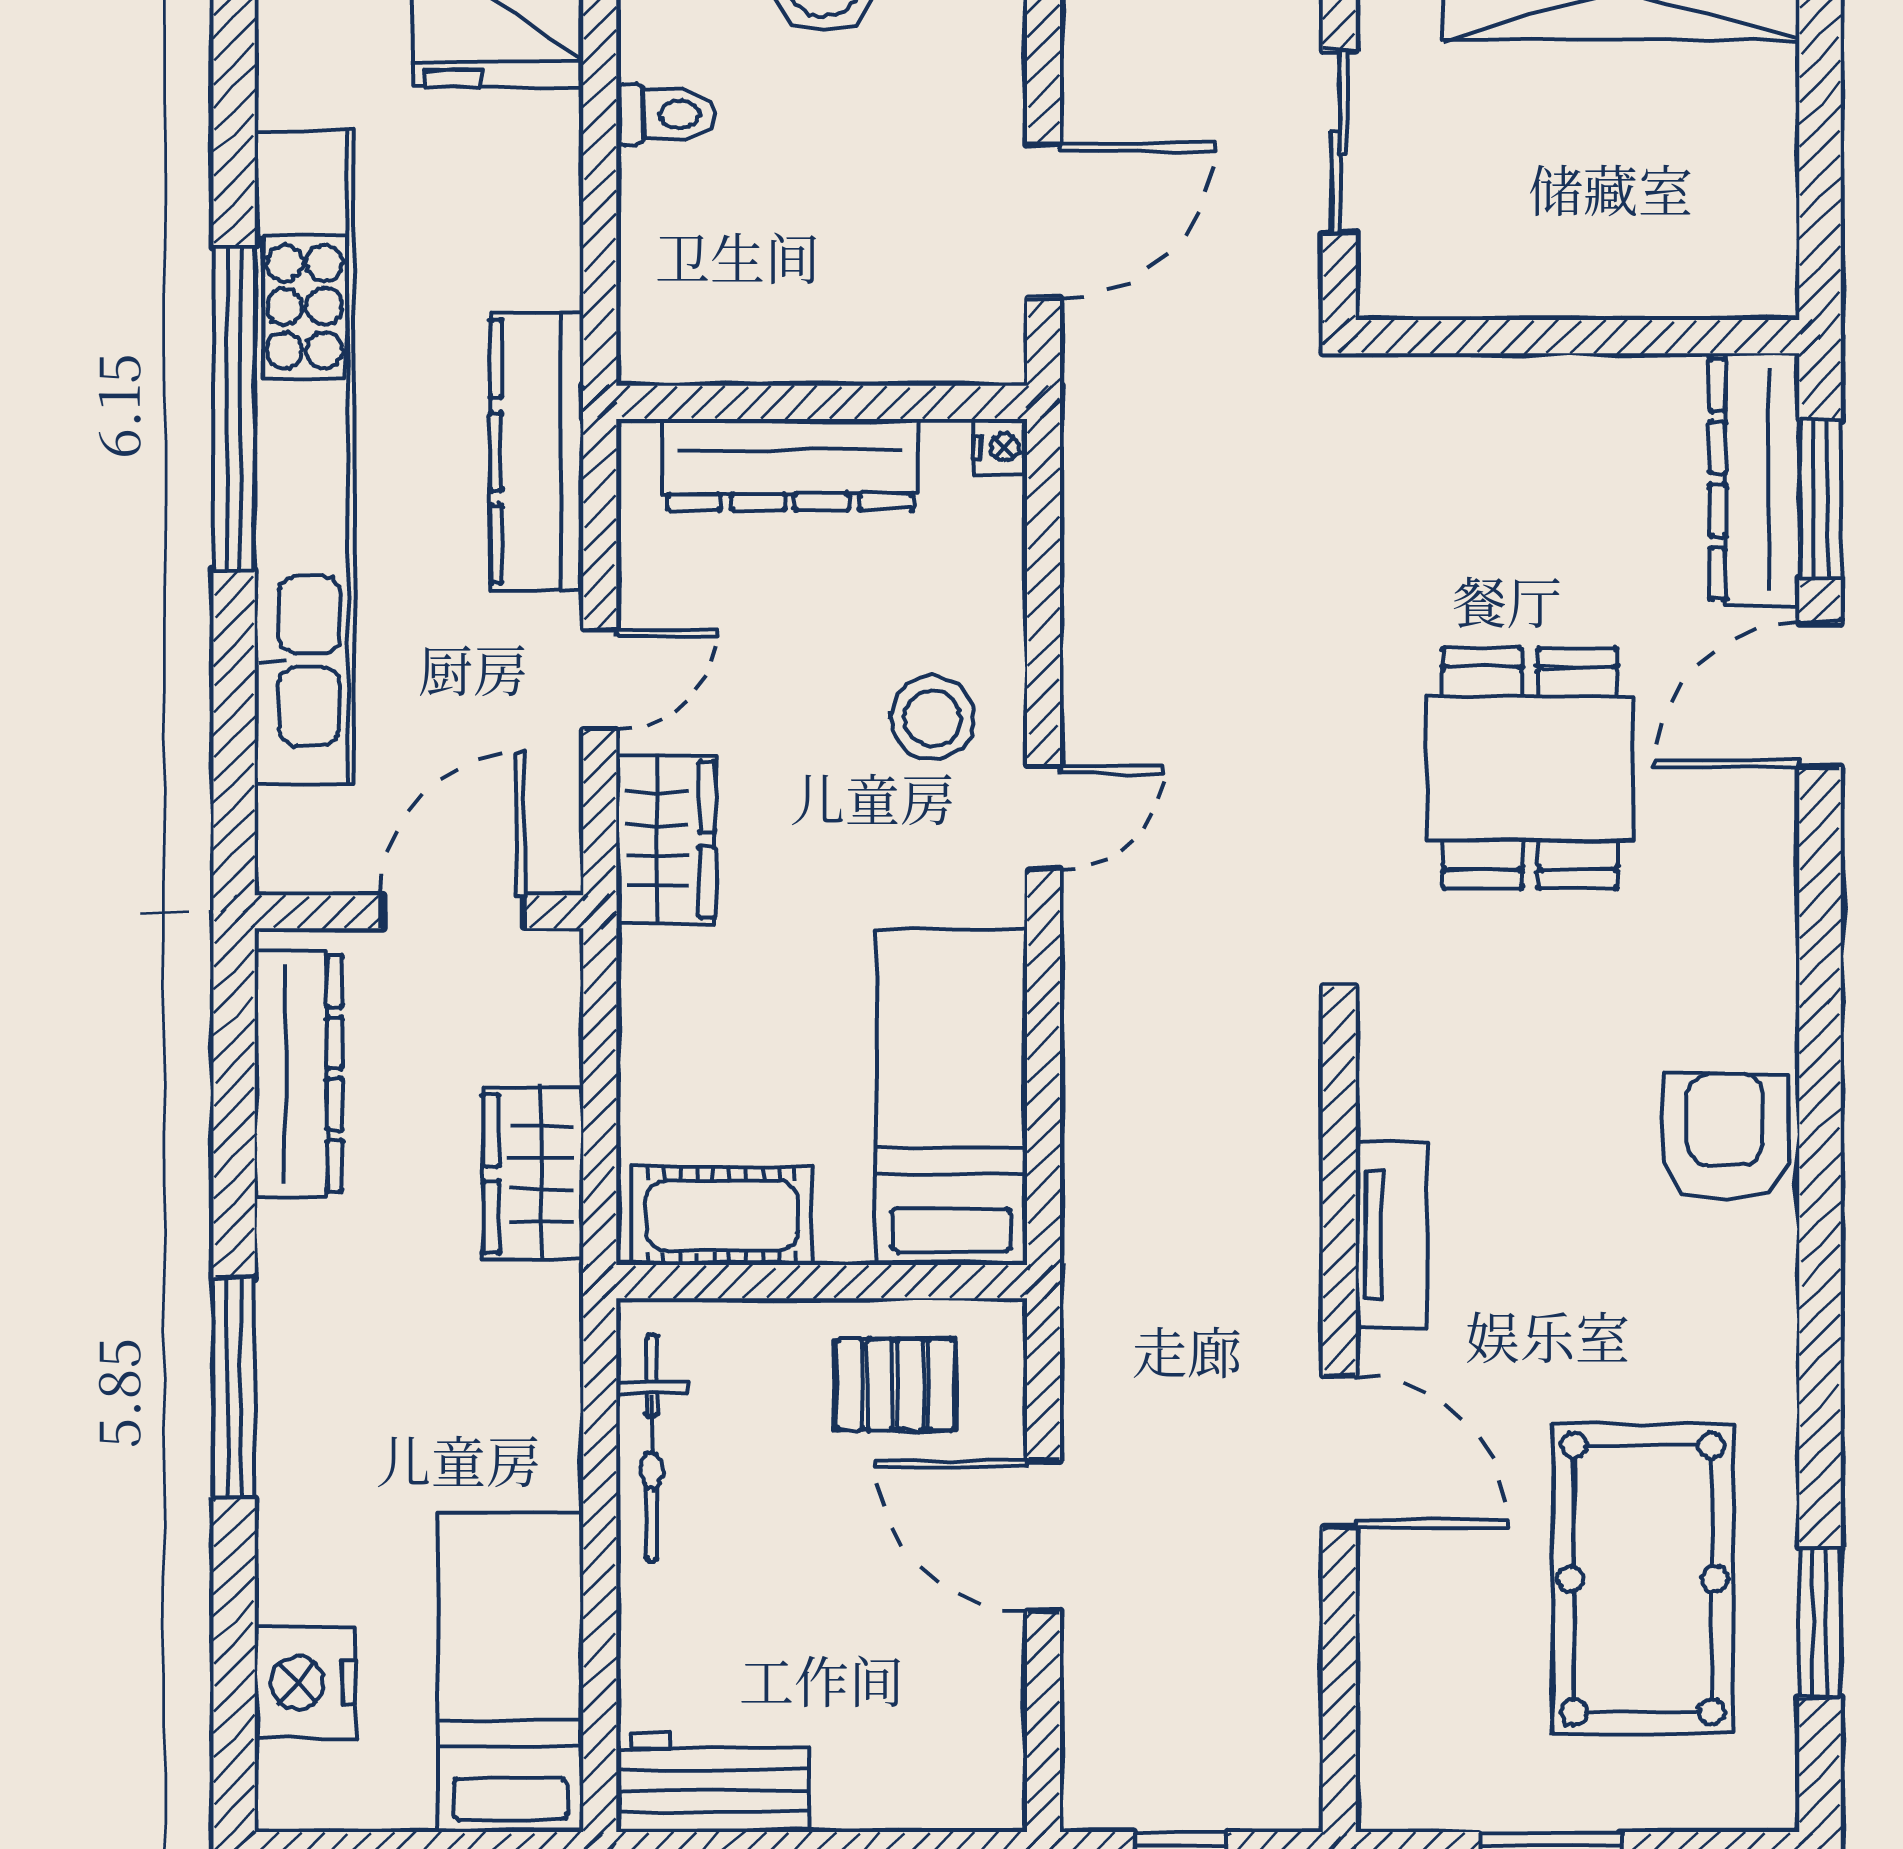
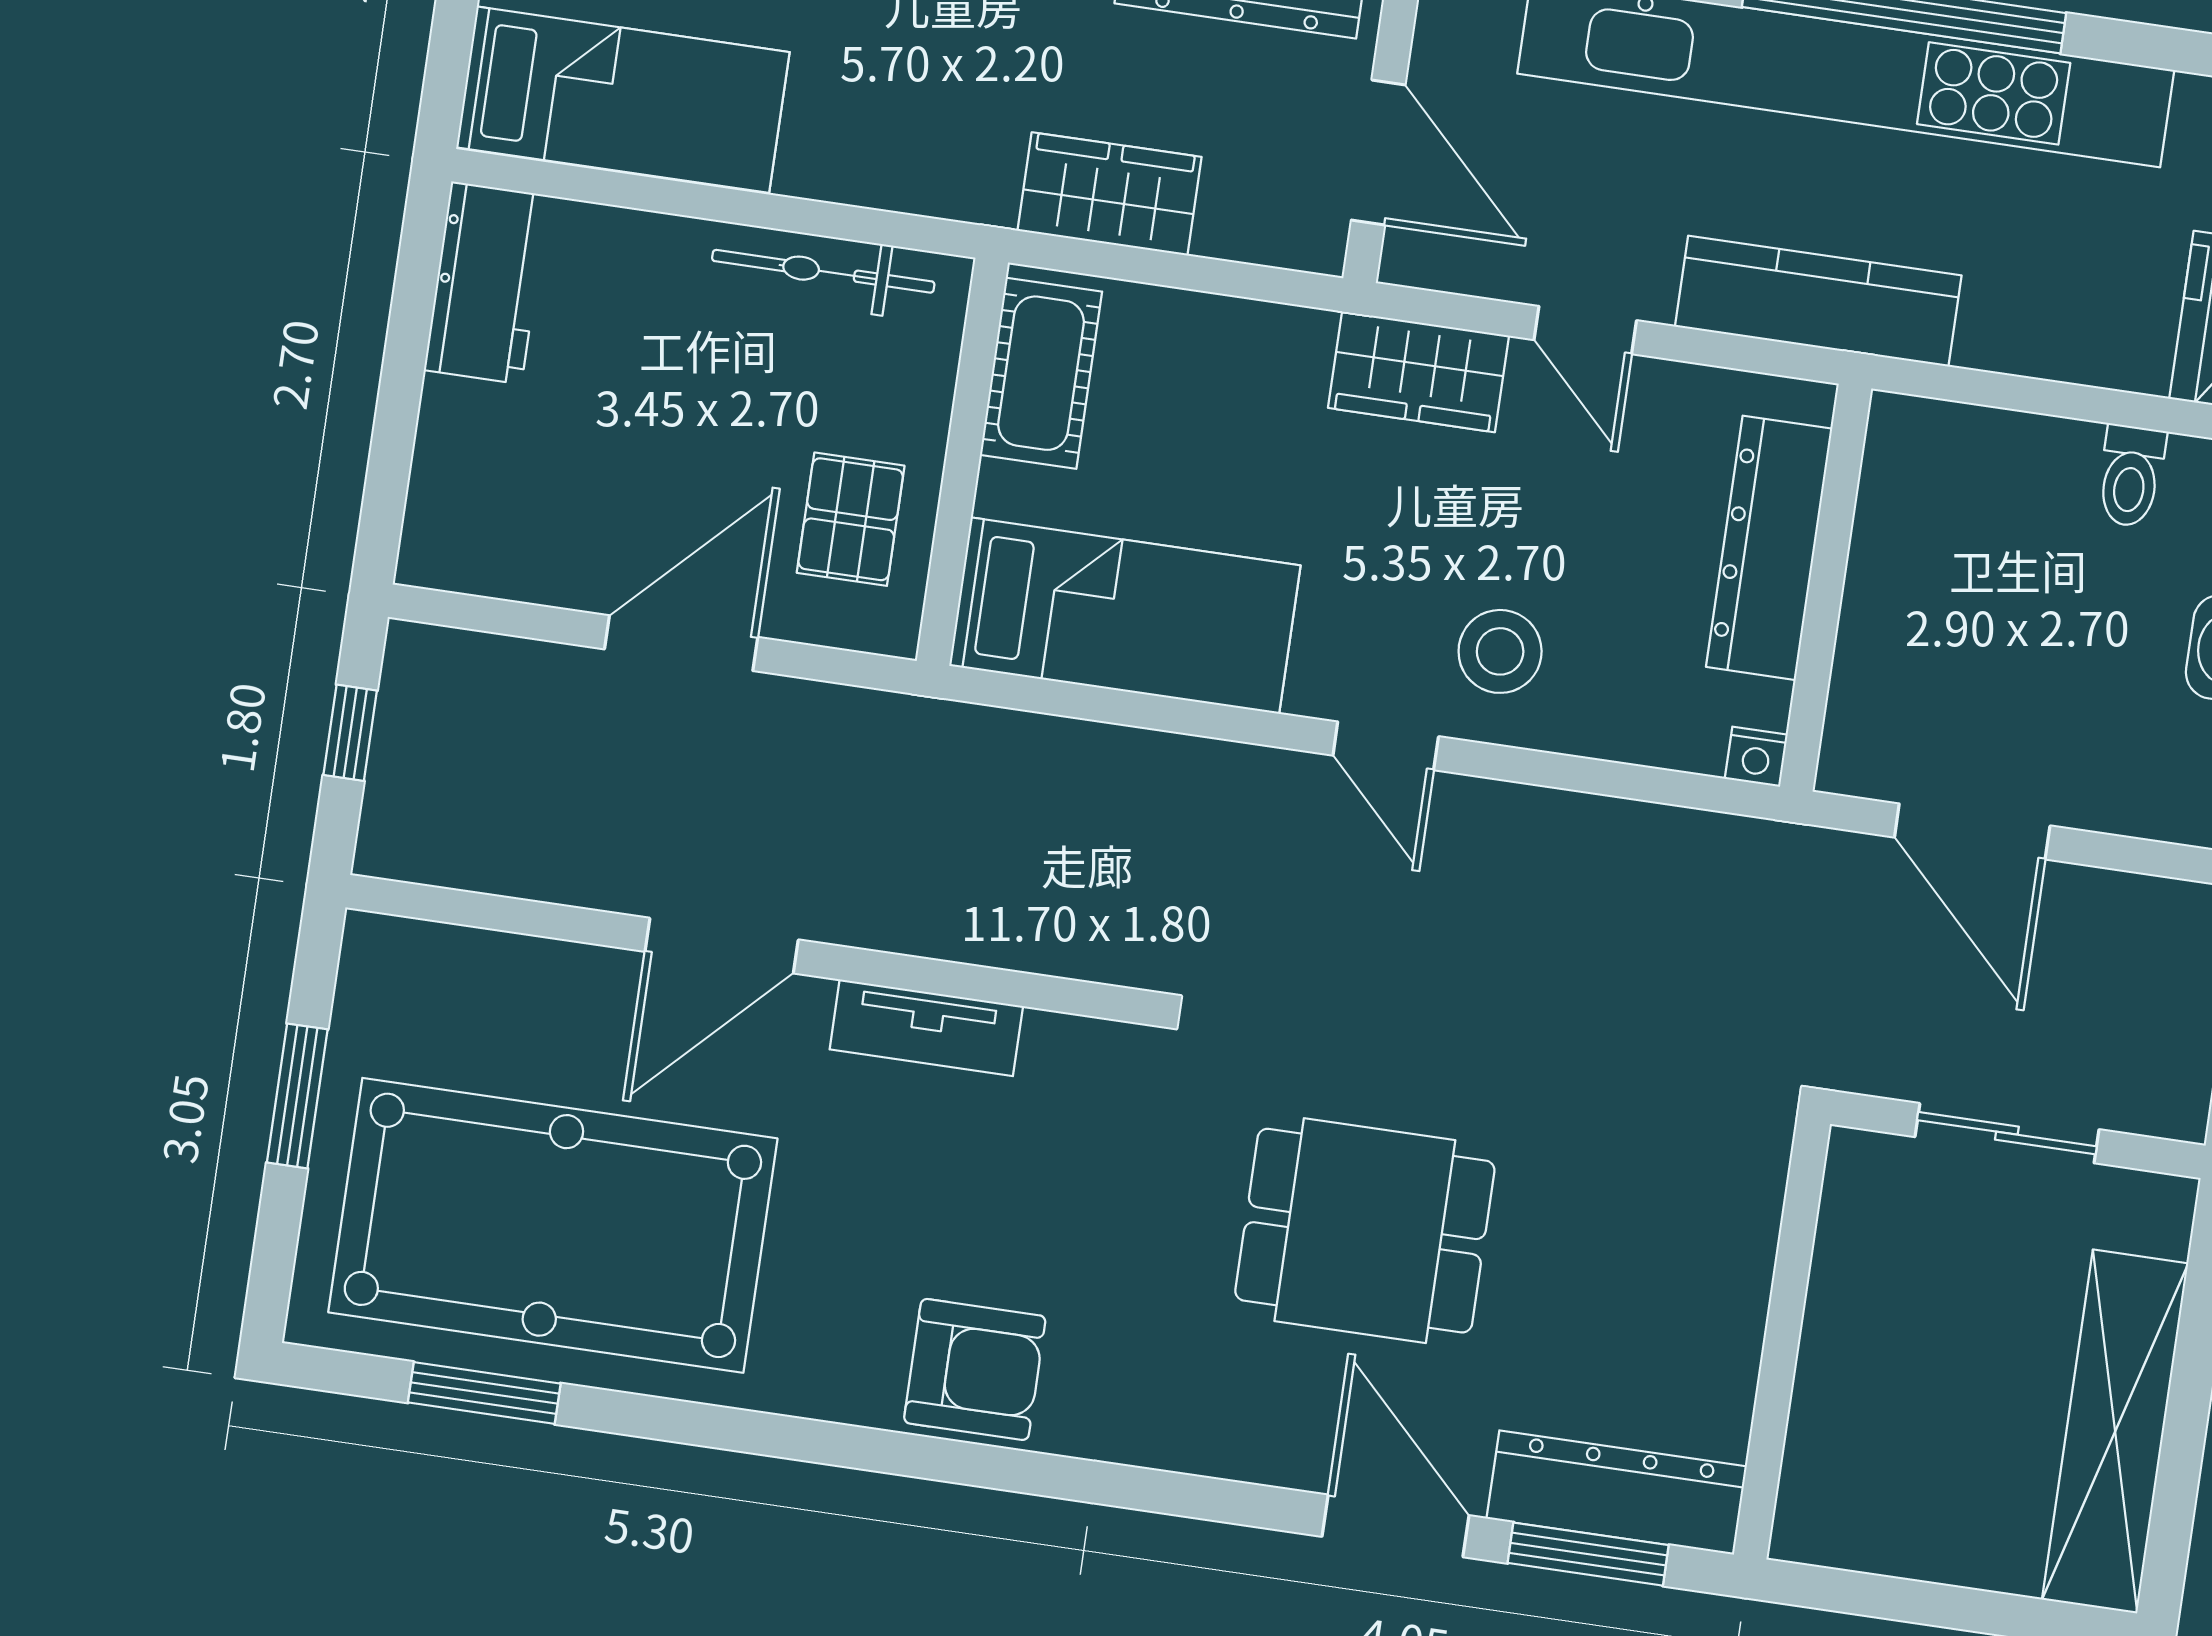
pool table: (1643, 1579) -> (553, 1225), width x1.36, depth x1.32

